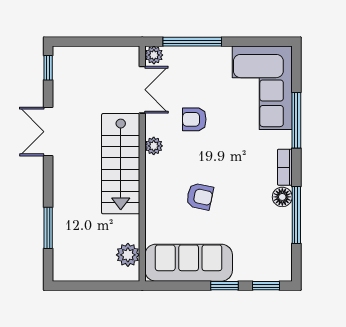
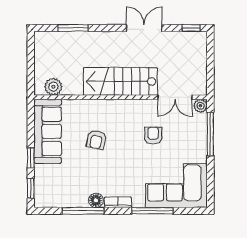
plant: (154, 146) -> (134, 106), removed

